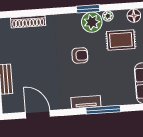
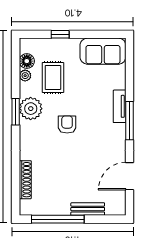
plant: (108, 16) -> (25, 76), moved
tv unit: (86, 102) -> (120, 106), moved
window: (103, 110) -> (130, 121), moved

